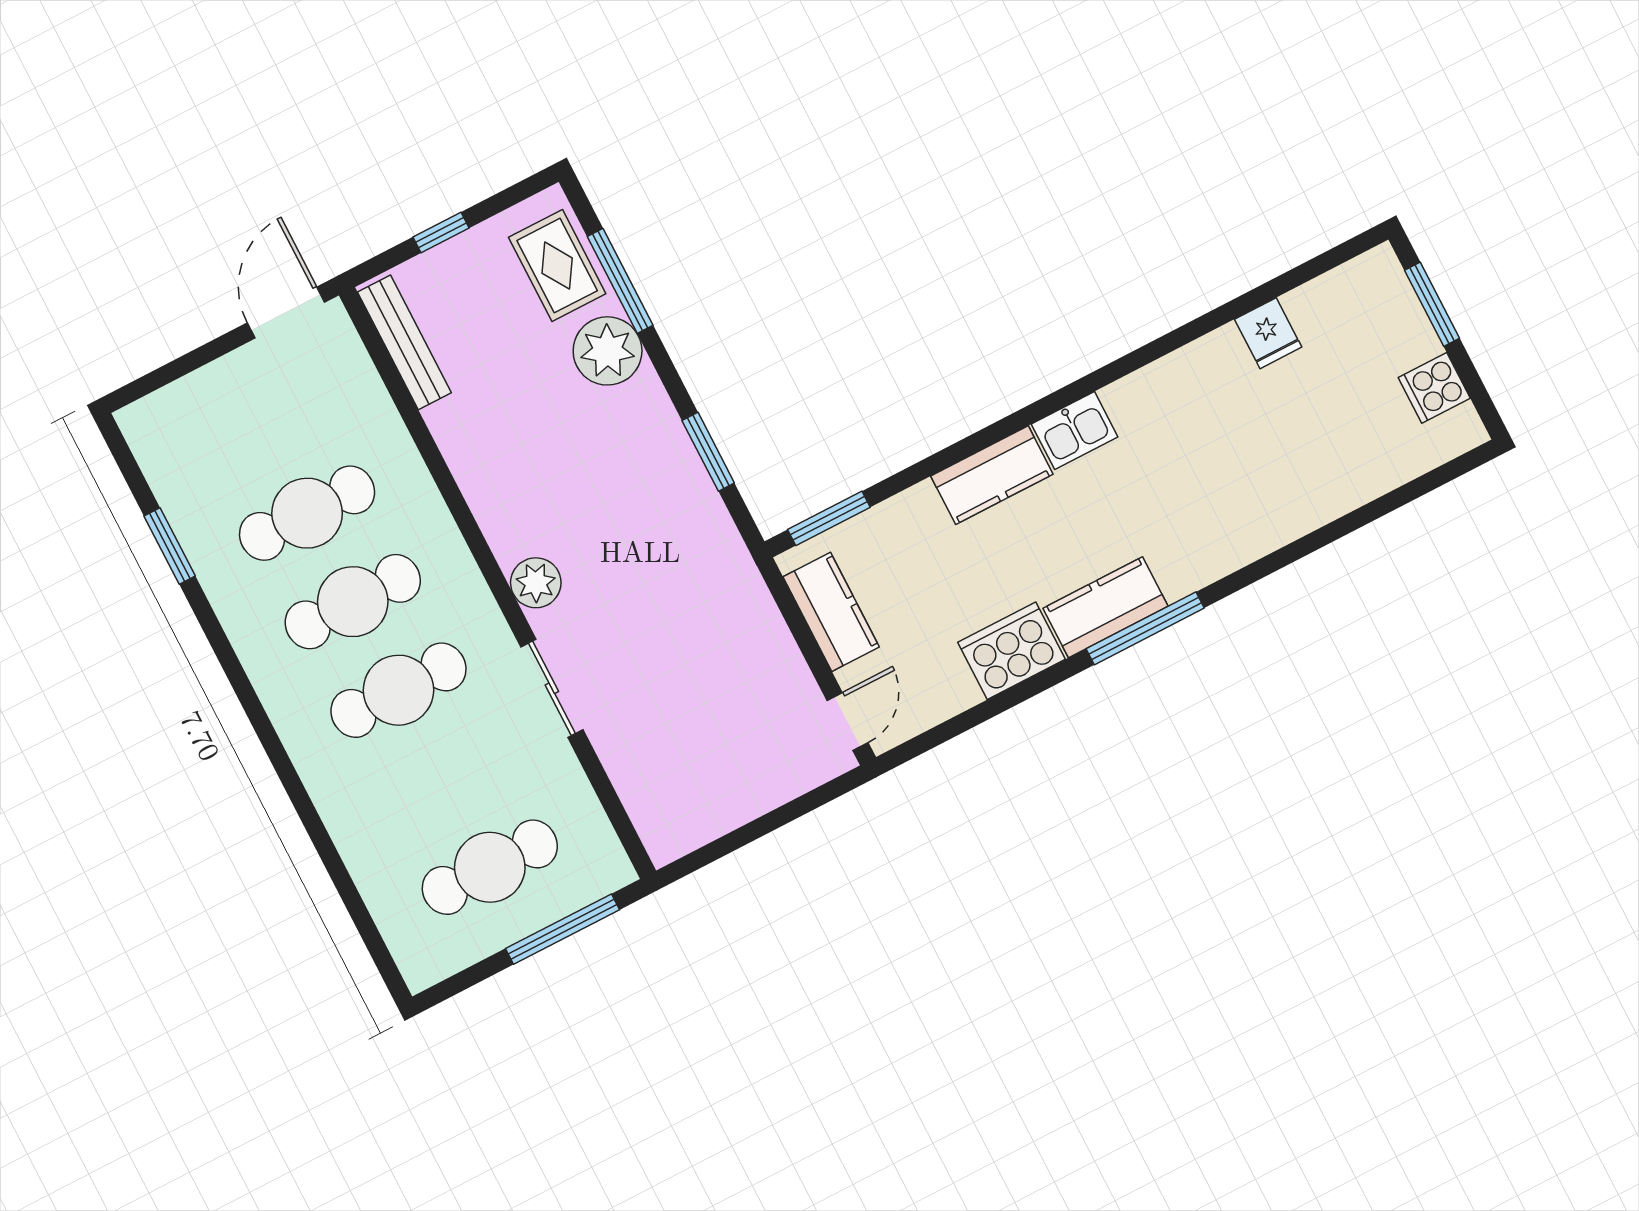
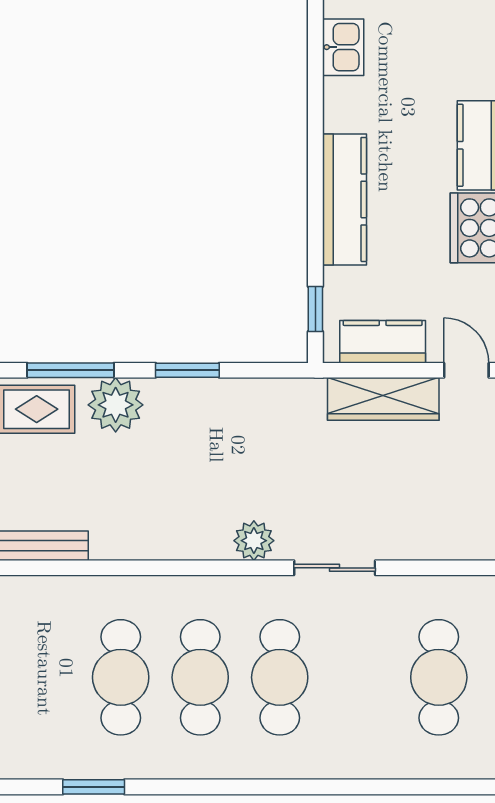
kitchen sink: (1075, 431) -> (343, 47), moved
window: (708, 452) -> (187, 370), moved
kitchen counter: (992, 475) -> (344, 199), width x1.50
window: (829, 518) -> (315, 309), width x0.67
wardrobe: (768, 645) -> (383, 399), added

